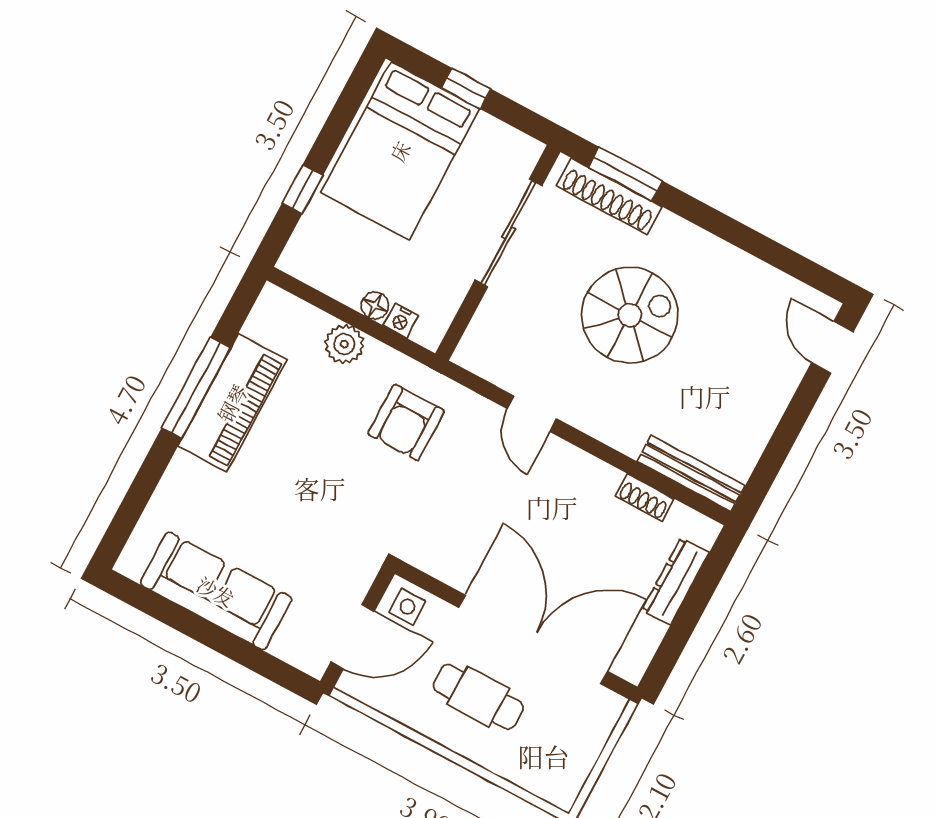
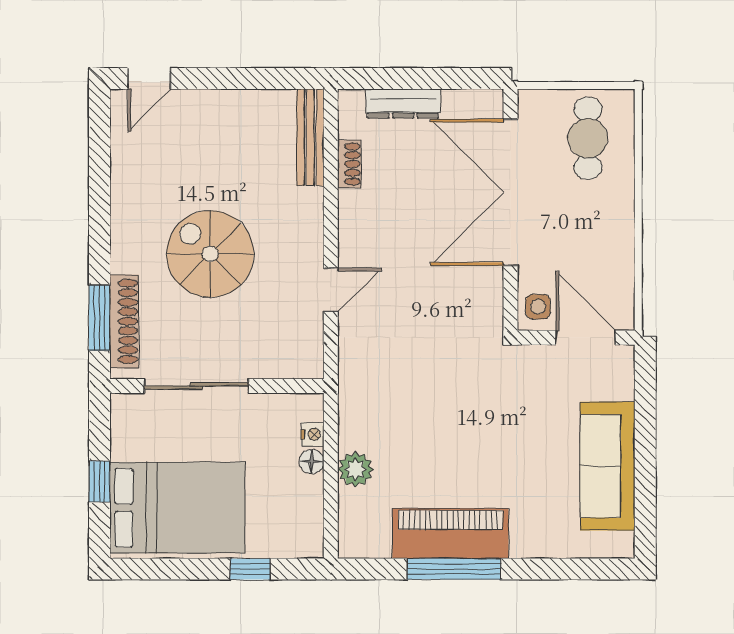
armchair: (406, 422) -> (392, 387), removed
cafe table: (478, 697) -> (588, 138), moved

